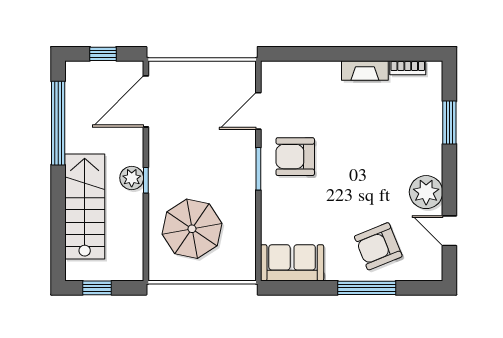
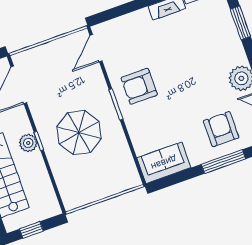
door: (258, 111) -> (96, 48), moved
parasol: (192, 229) -> (79, 133), moved
armchair: (378, 246) -> (221, 129), turned 112

